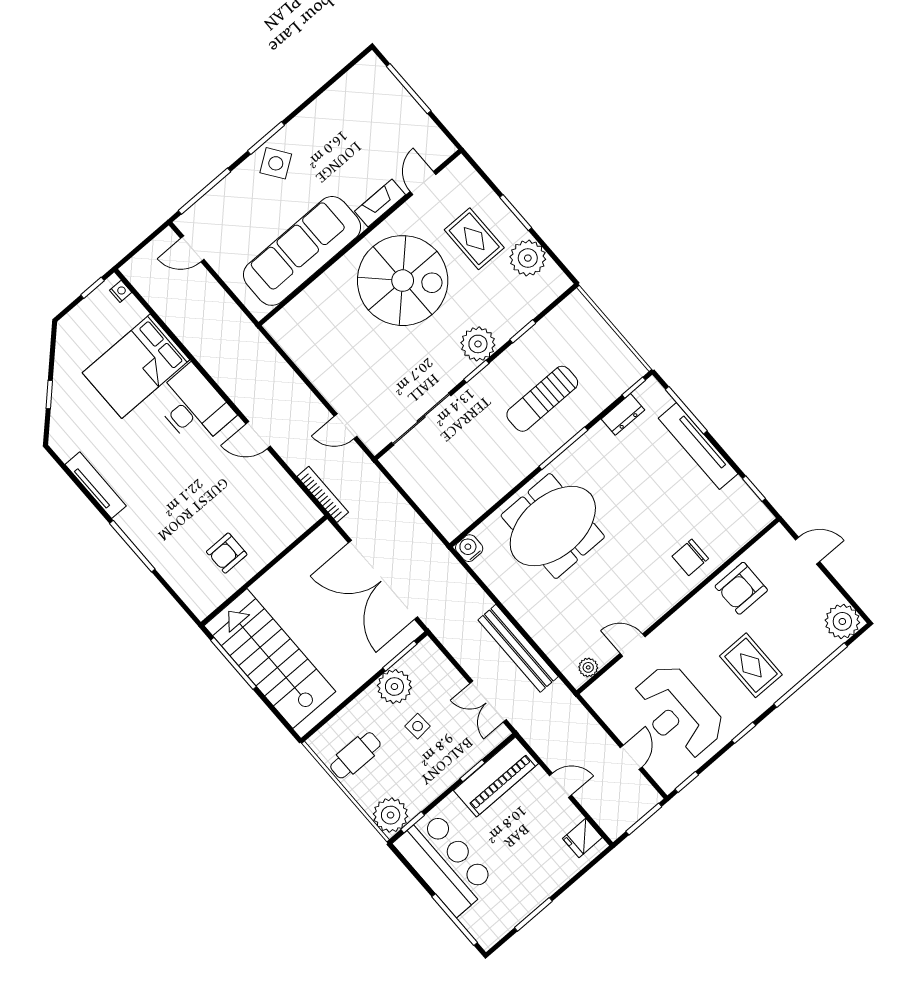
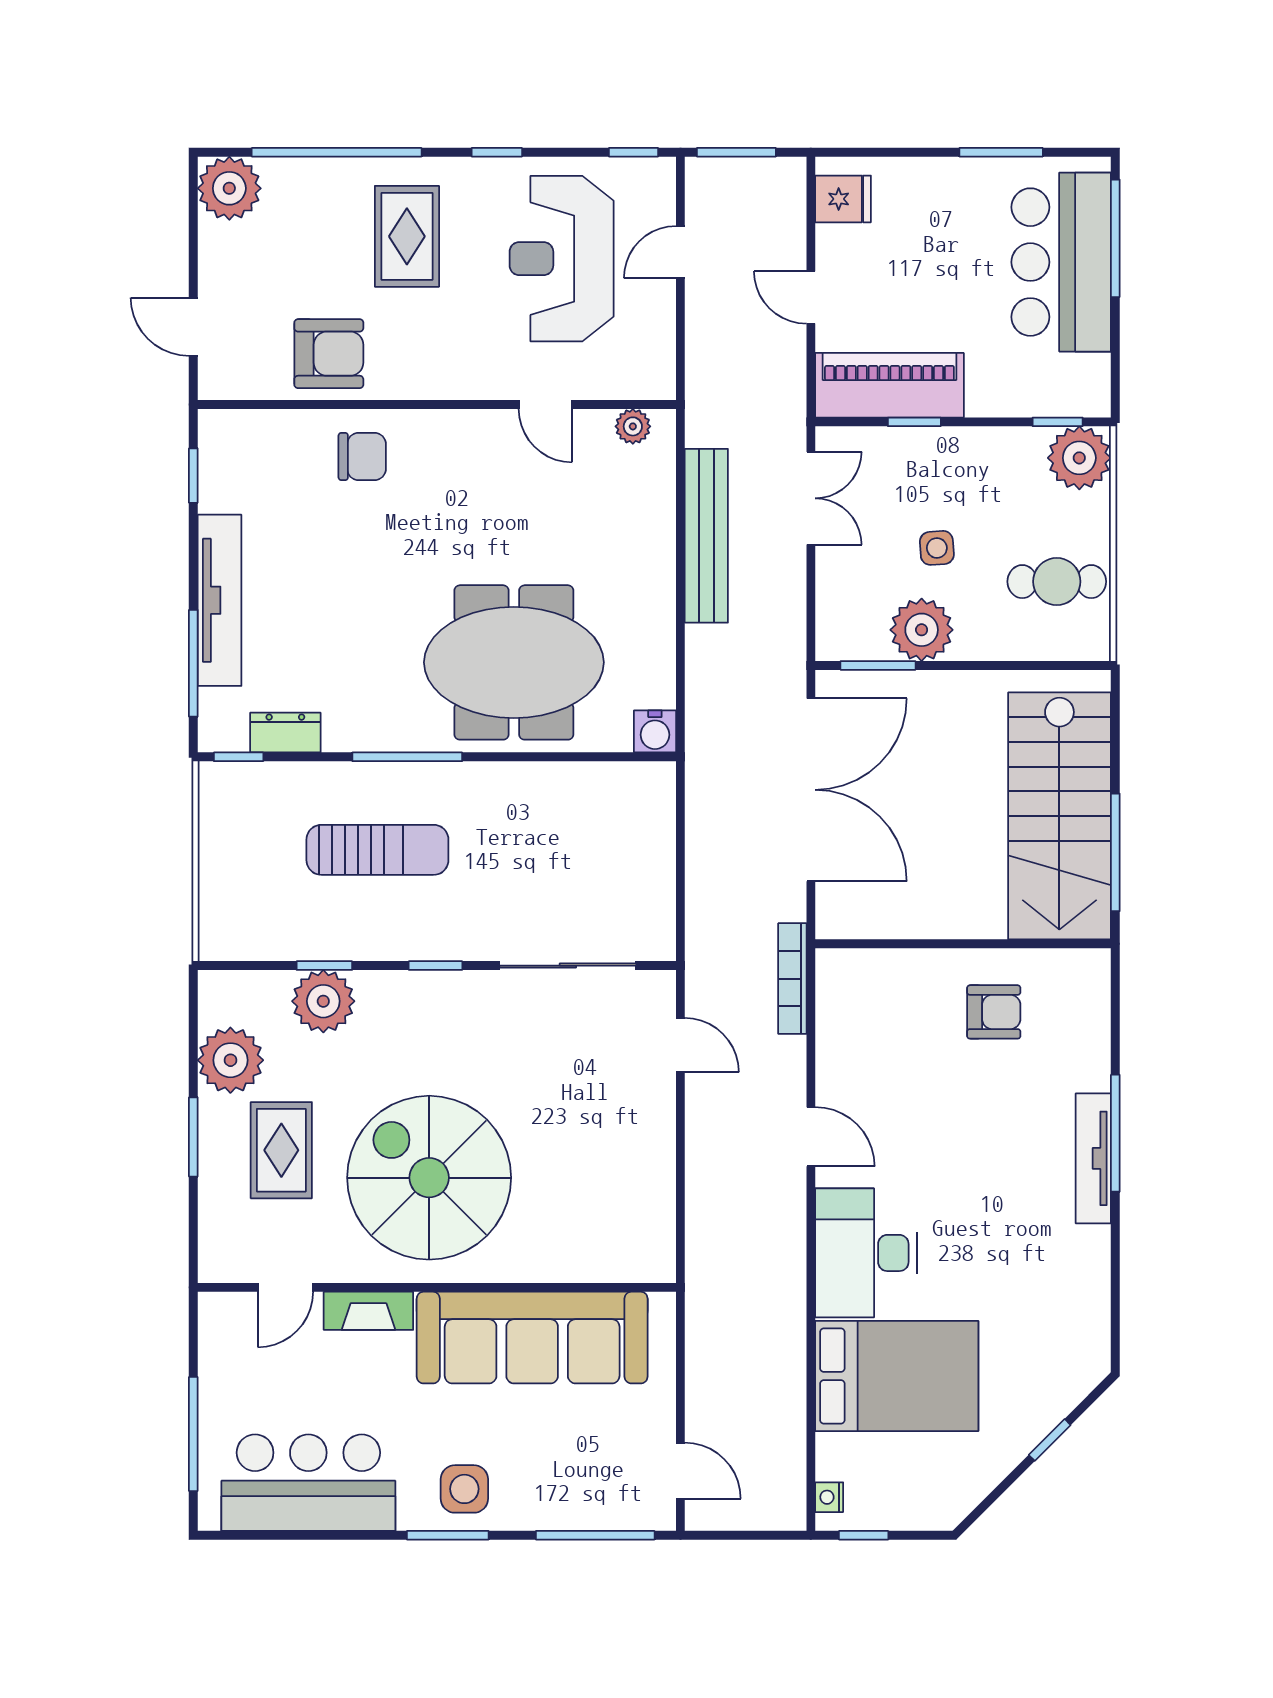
bar counter: (343, 110) -> (308, 1483), added
side table: (276, 163) -> (464, 1489), turned 35
plant: (478, 344) -> (323, 1001), moved
tv unit: (96, 485) -> (1093, 1158), moved
reception desk: (678, 712) -> (562, 259), turned 180
bar counter: (445, 863) -> (1061, 262), moved

